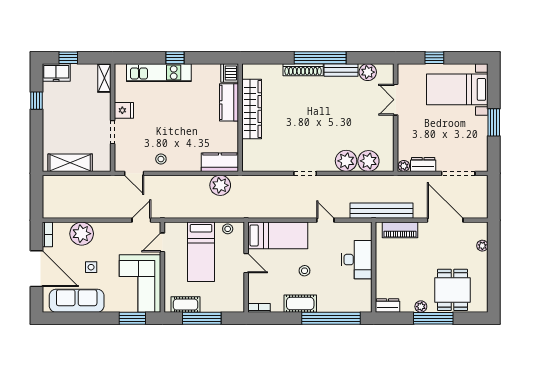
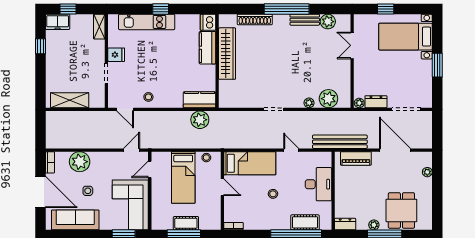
shoe rack: (303, 70) -> (255, 19), moved
plant: (346, 161) -> (309, 103), width x0.53, depth x0.53
cot: (300, 304) -> (305, 222), moved
cot: (186, 305) -> (186, 223), moved

